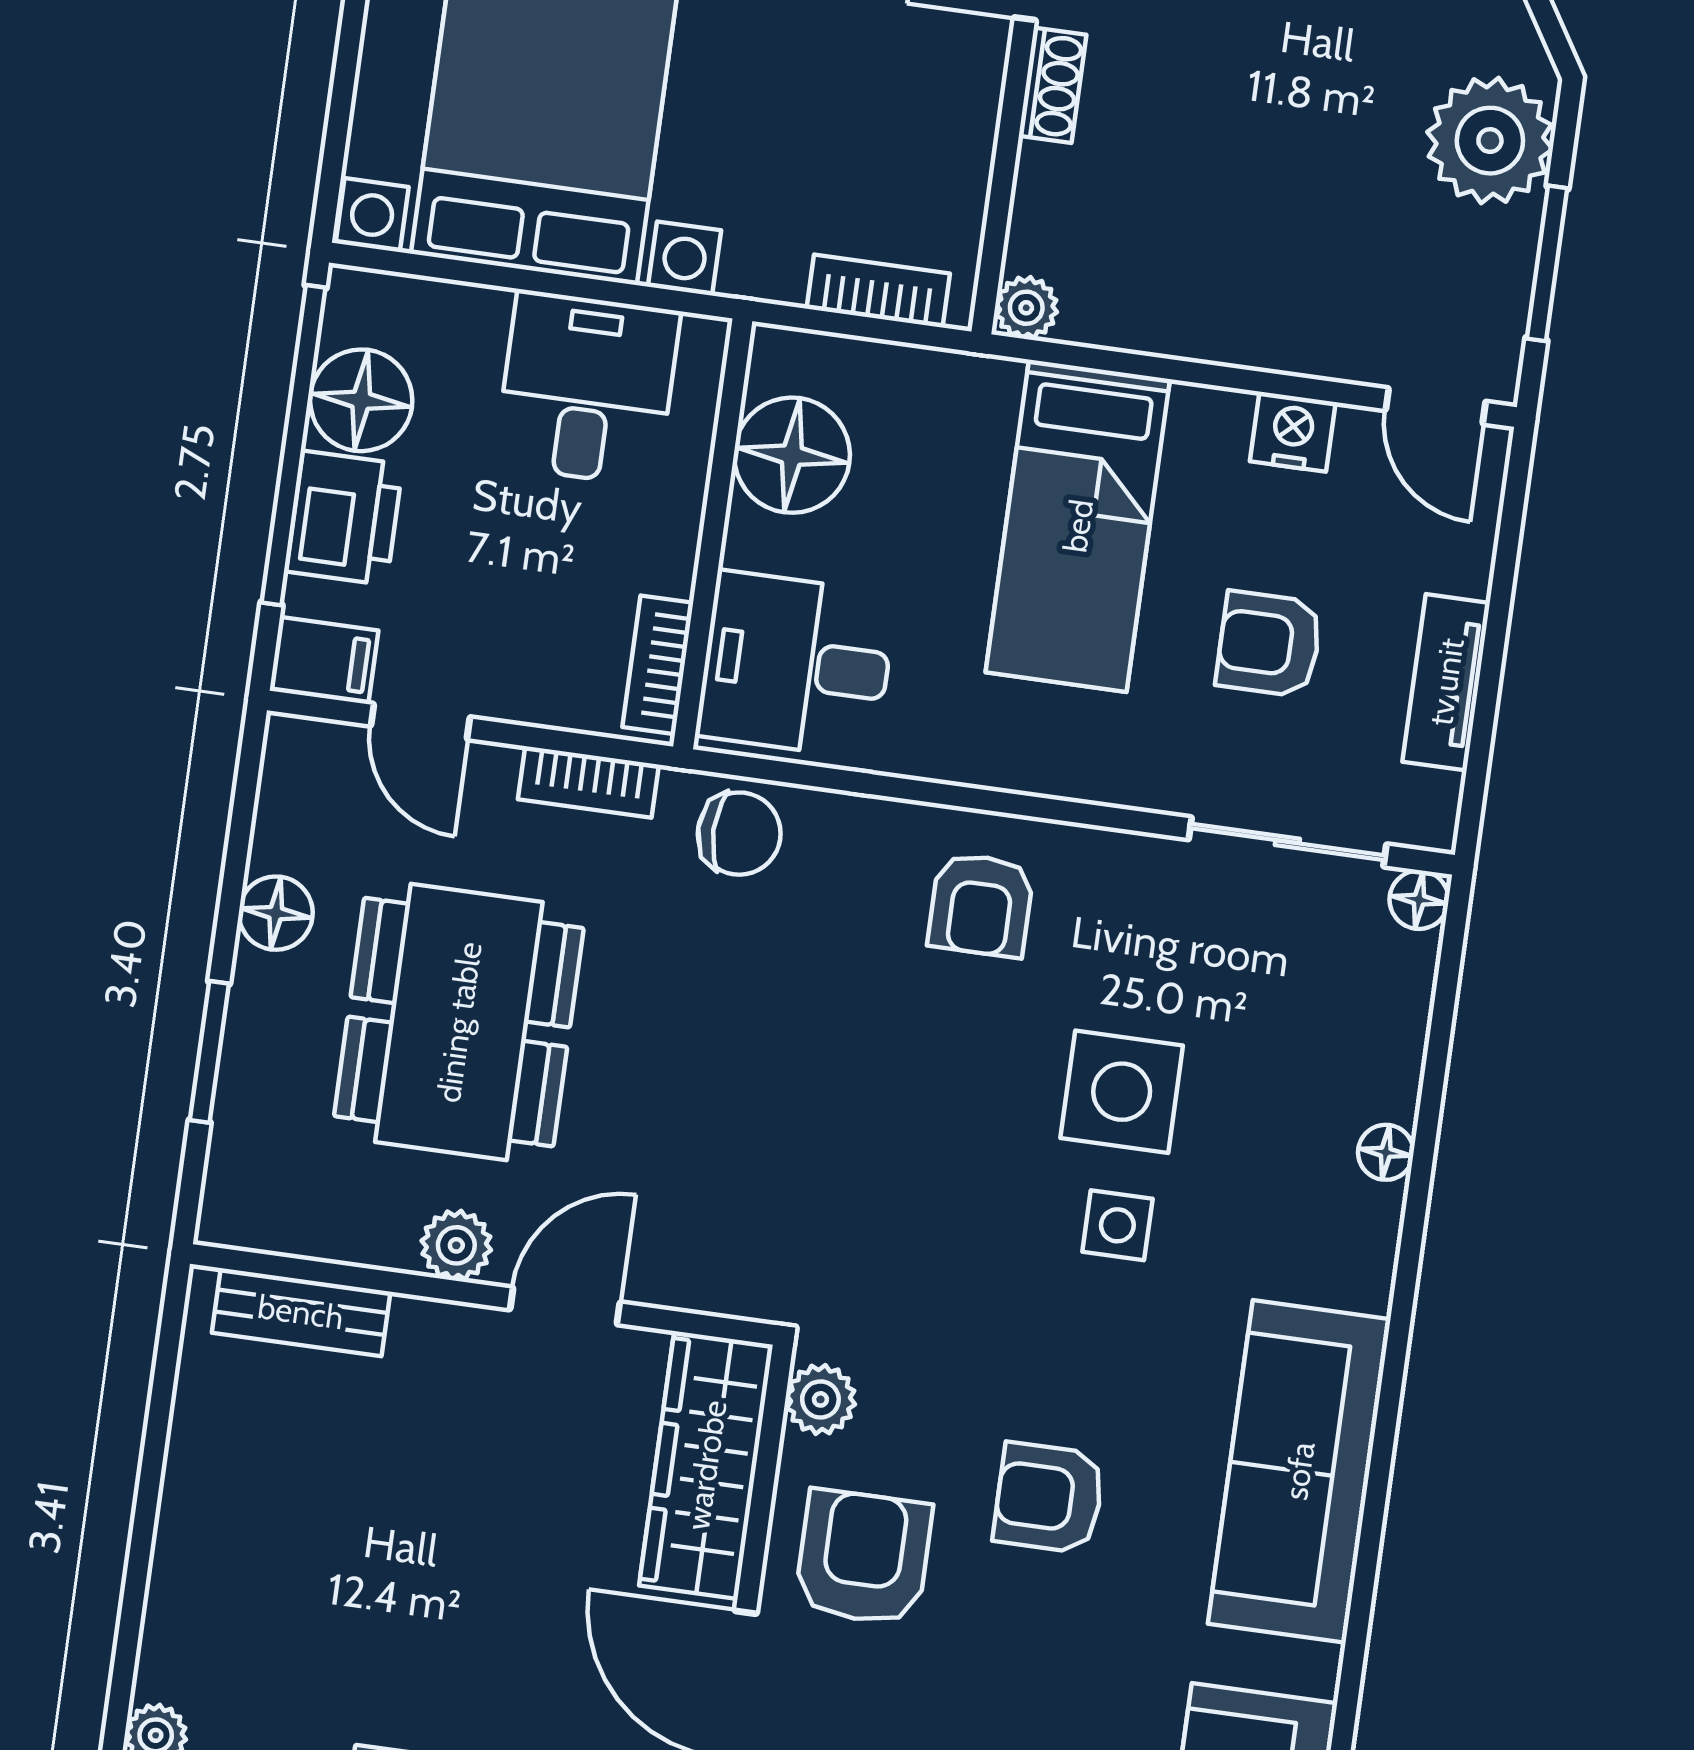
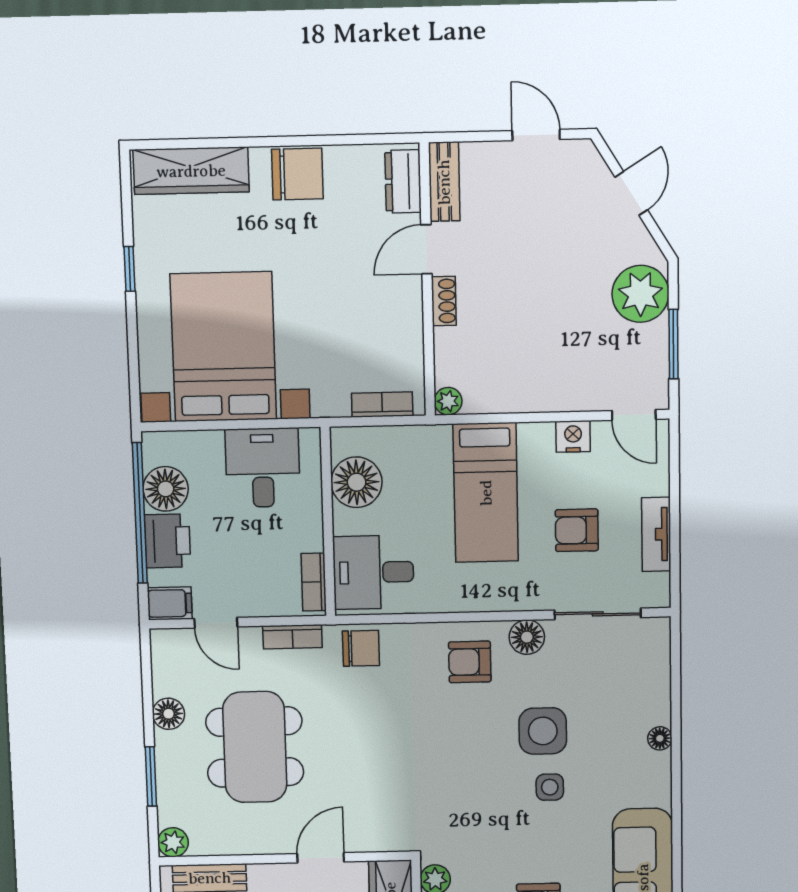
floor lamp: (1419, 900) -> (527, 637), moved, width x1.37, depth x1.37
armchair: (981, 905) -> (470, 662), turned 90
plant: (456, 1245) -> (173, 842), moved

